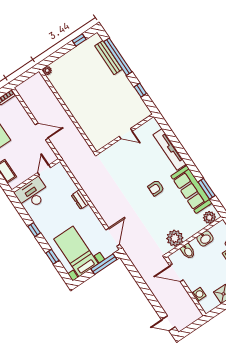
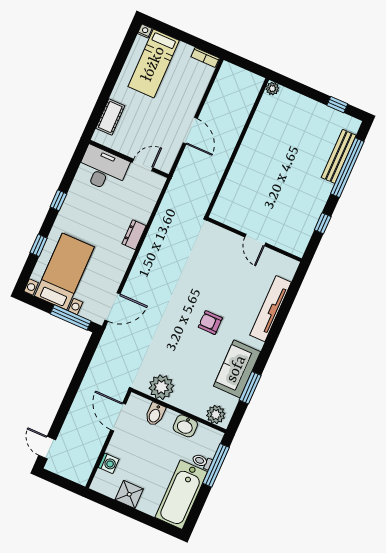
sofa: (191, 189) -> (237, 369), width x0.73

